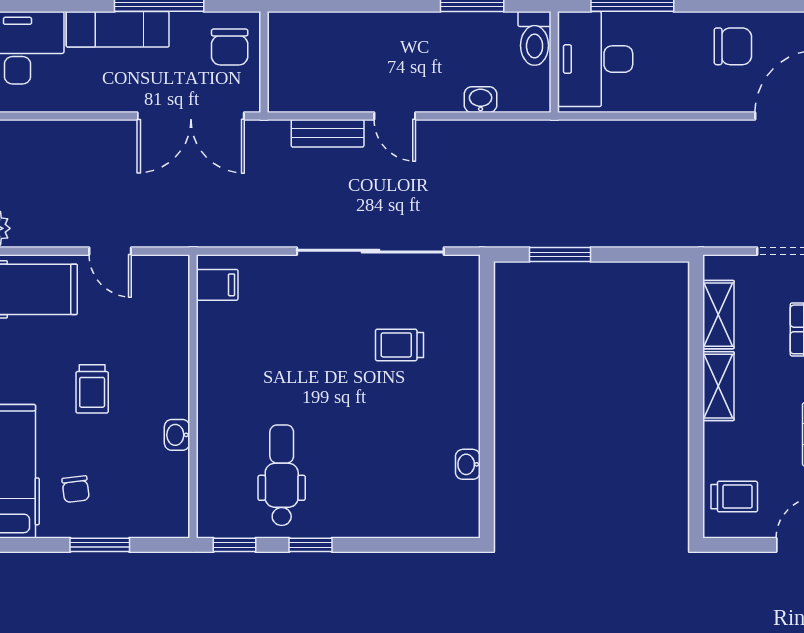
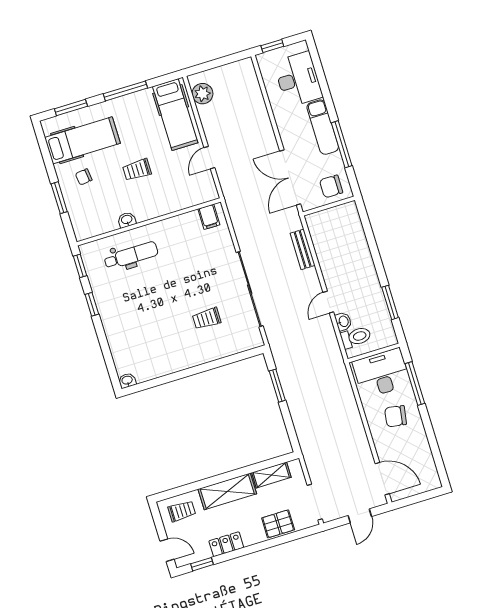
toilet: (535, 38) -> (356, 337), moved, turned 180
chair: (733, 46) -> (396, 416), moved, turned 99
door: (395, 116) -> (328, 302), moved
trolley: (400, 345) -> (207, 318), turned -90
shelving: (718, 386) -> (227, 491), width x1.50, depth x1.33
washbasin: (468, 464) -> (127, 380), moved
dental chair: (282, 475) -> (131, 255), moved
trolley: (734, 497) -> (182, 511), turned -90

